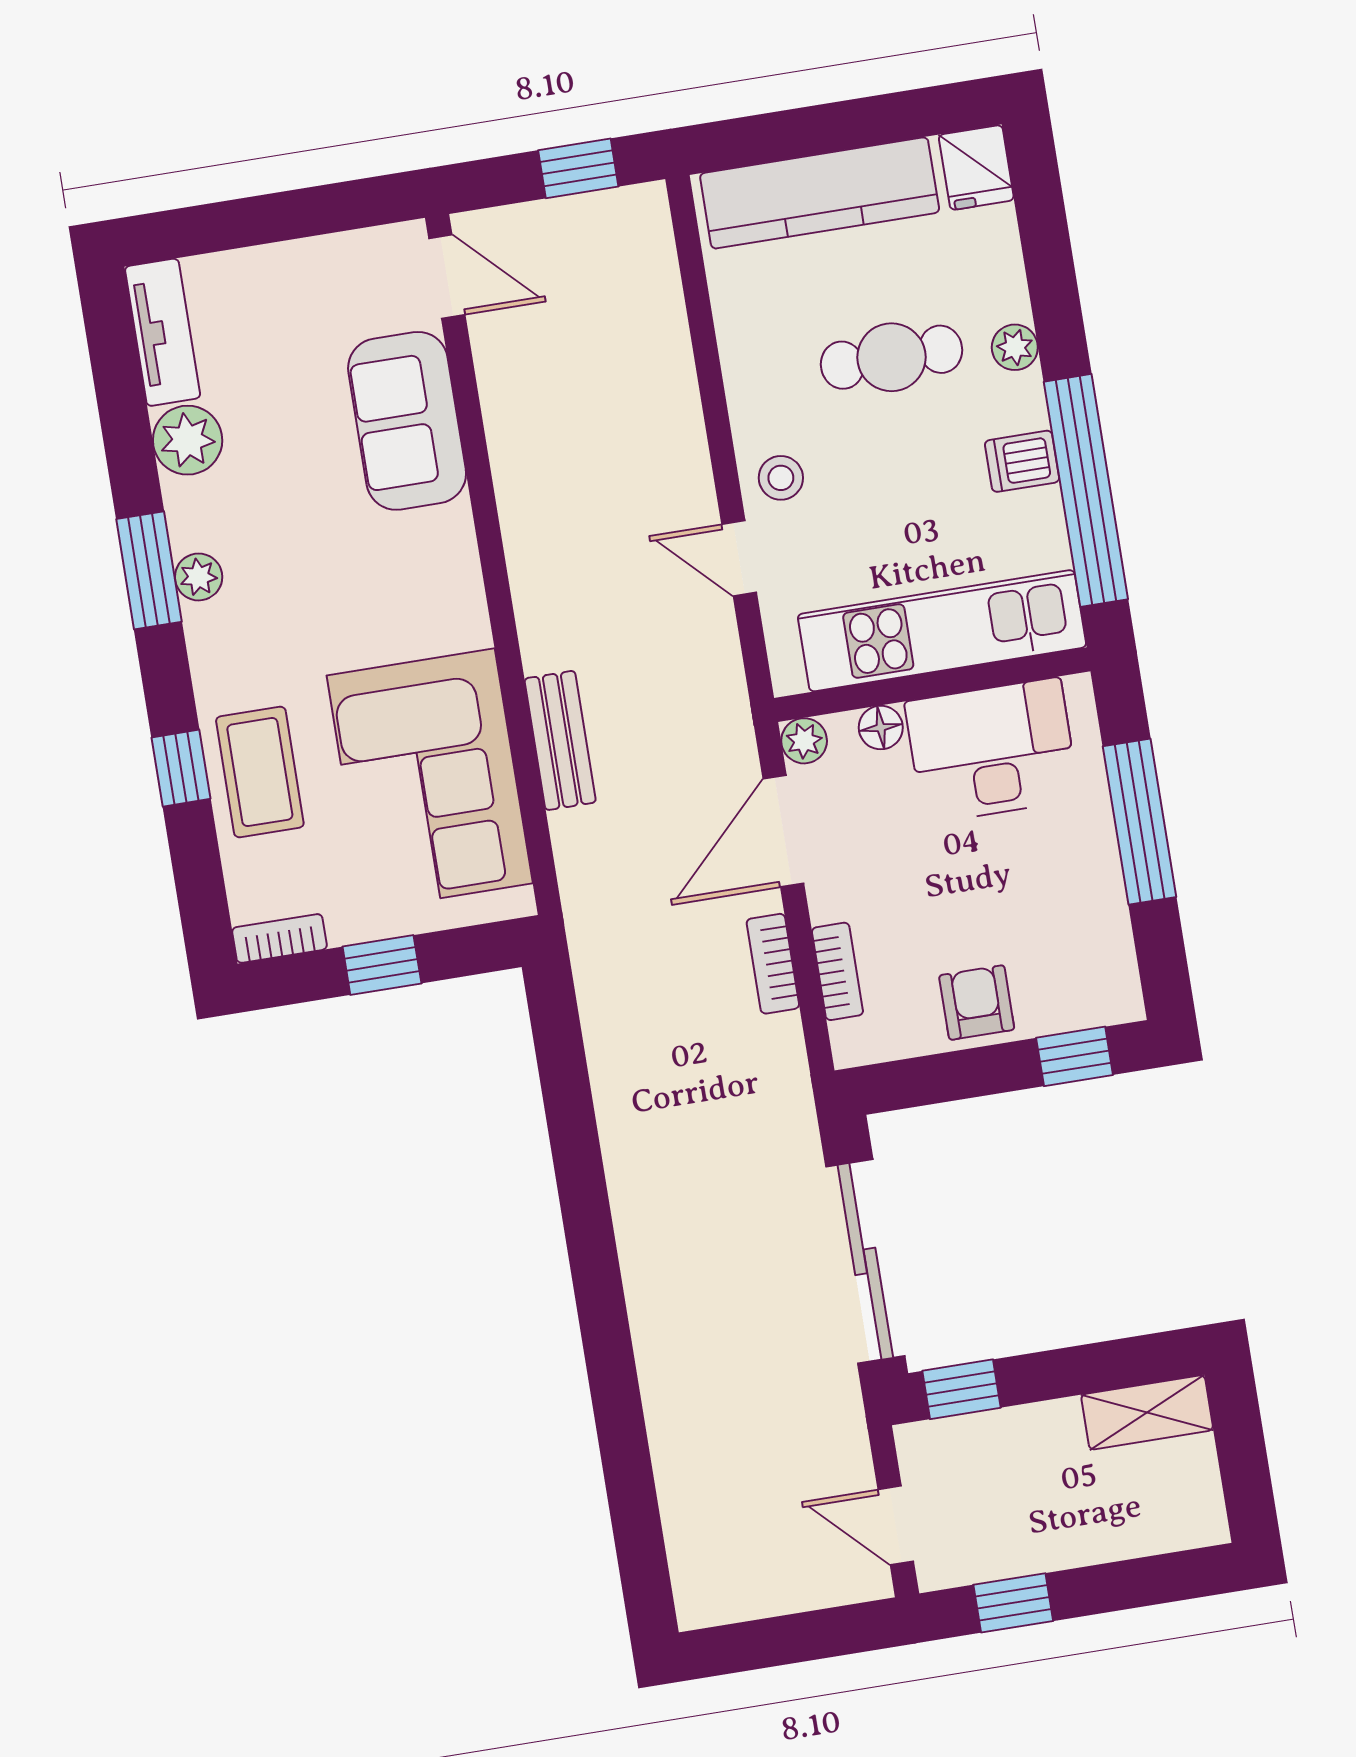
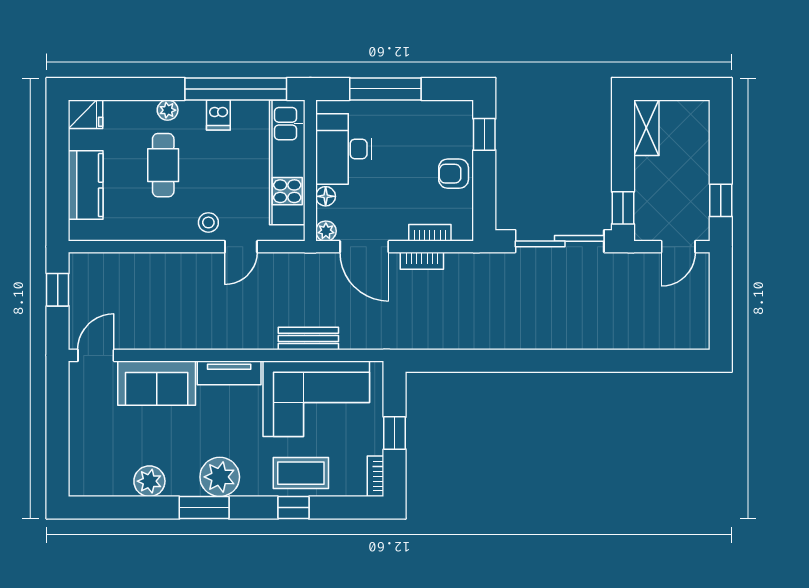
kitchen counter: (820, 193) -> (86, 185), width x0.67
tv unit: (163, 332) -> (229, 373), moved, turned 180
plant: (199, 577) -> (220, 477), width x1.87, depth x1.87

